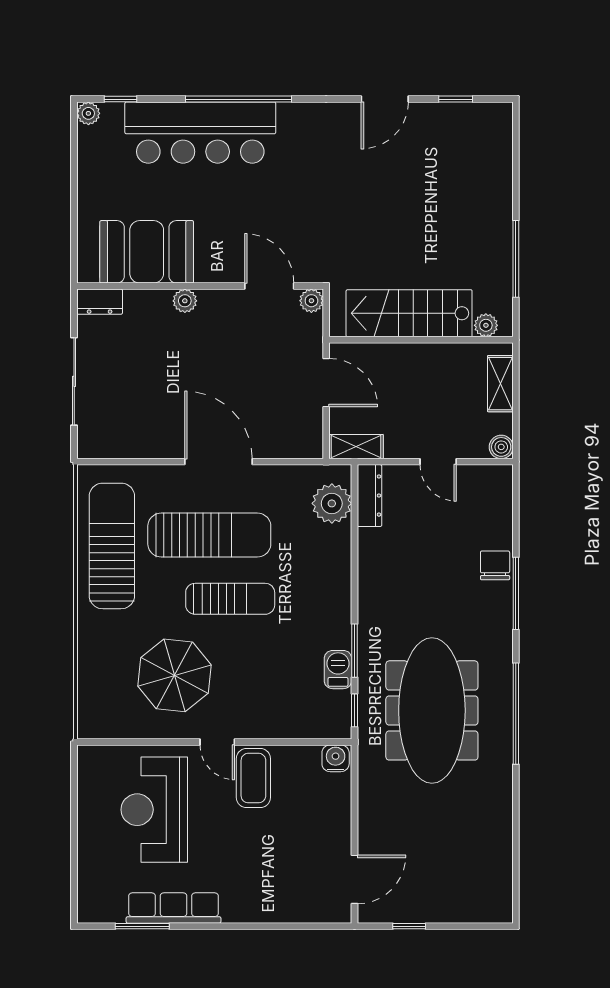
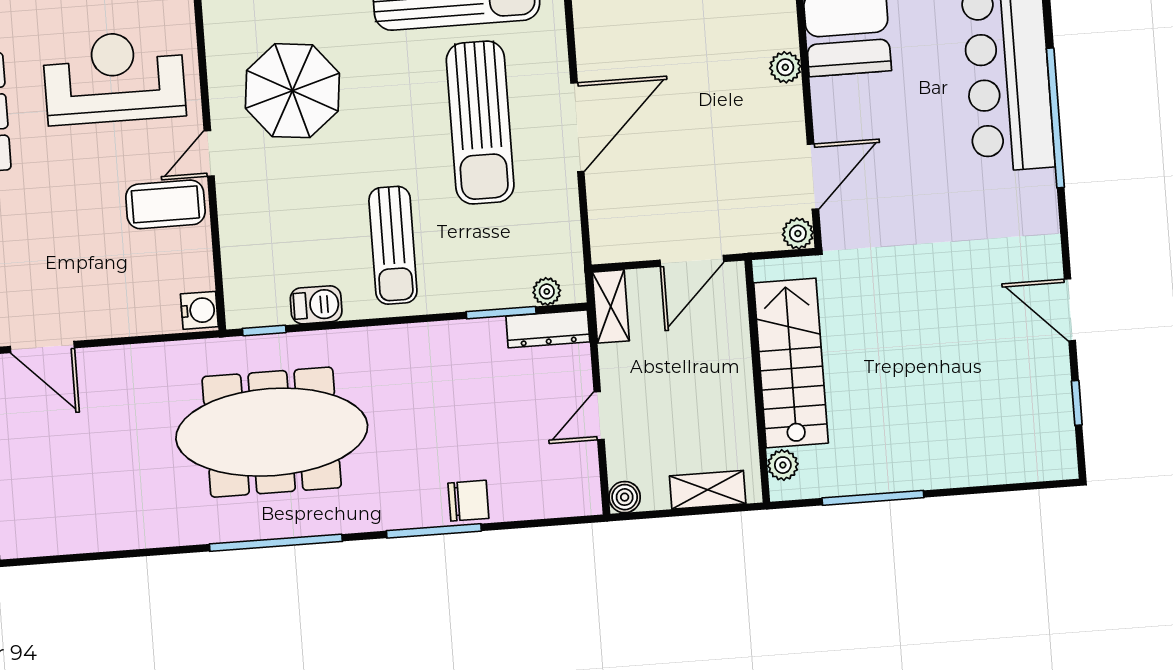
plant: (332, 503) -> (547, 291), width x0.53, depth x0.53
sun lounger: (230, 599) -> (393, 245), moved
window: (354, 651) -> (501, 313), moved

